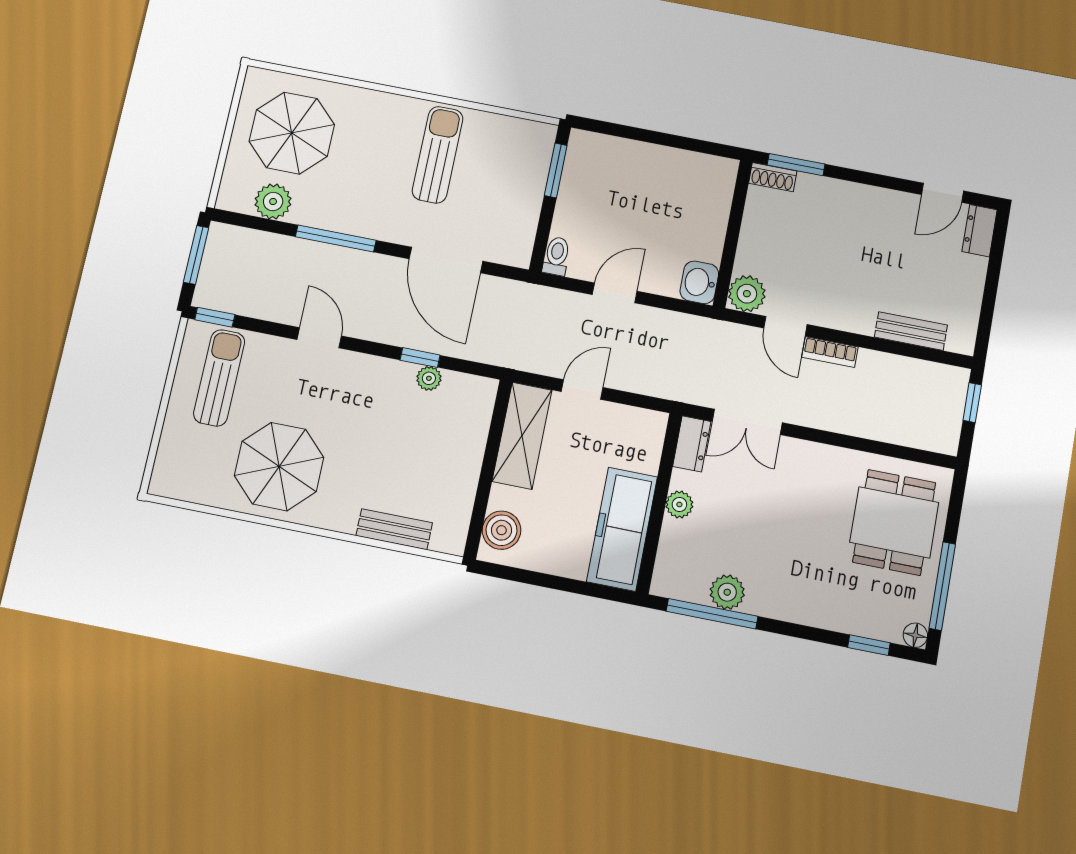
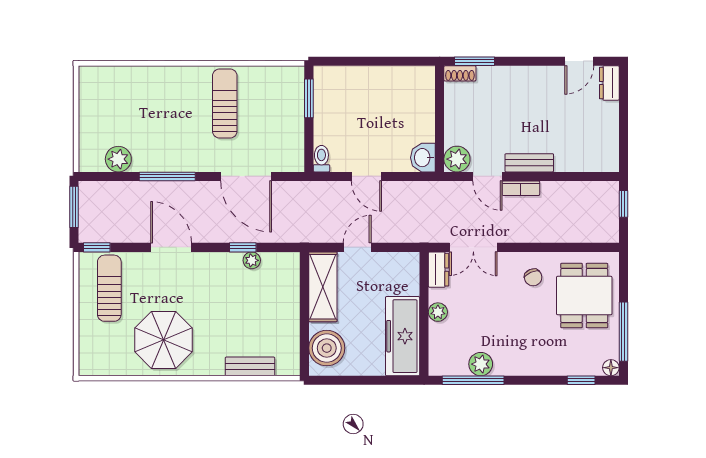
parasol: (292, 133) -> (120, 108), removed
door: (615, 293) -> (366, 176), swing flipped
bench: (911, 331) -> (529, 163), moved
door: (319, 338) -> (171, 247), width x1.38
chair: (825, 482) -> (533, 277), added
boiler: (502, 530) -> (327, 348), width x1.37, depth x1.37

